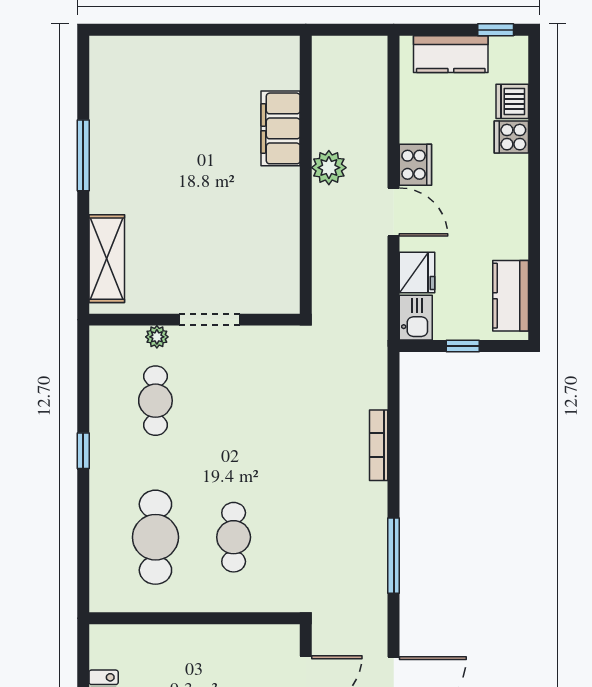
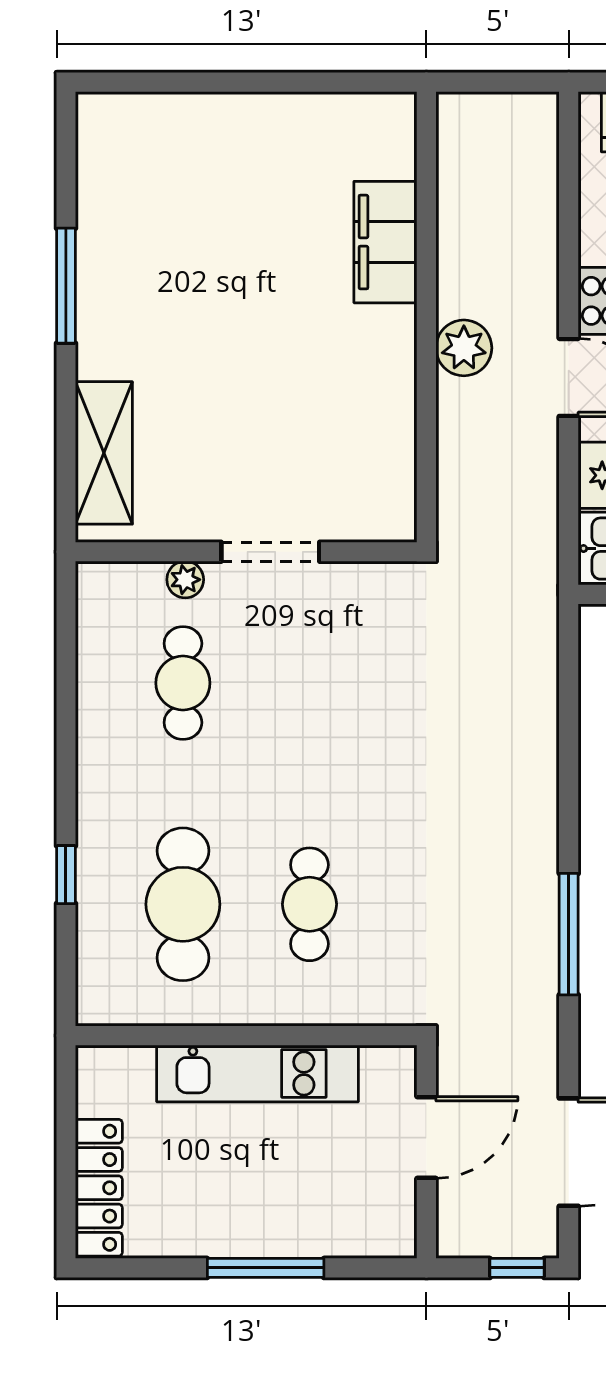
plant: (329, 168) -> (464, 348), moved
bookcase: (379, 445) -> (545, 755), removed
window: (83, 451) -> (66, 875), moved
kitchen unit: (201, 642) -> (257, 1073), added

